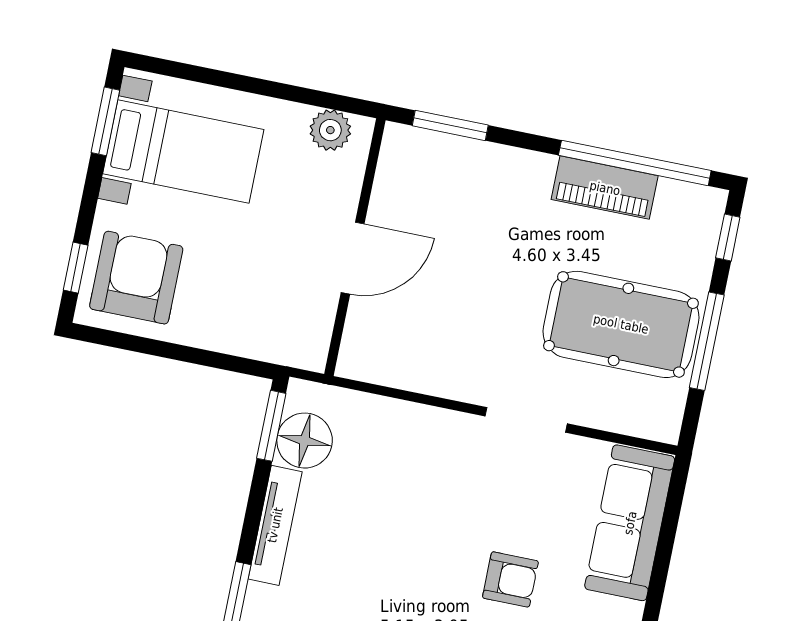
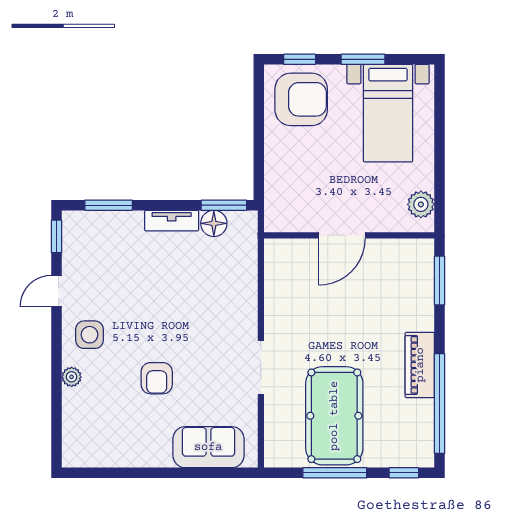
window: (105, 121) -> (363, 59), moved
piano: (605, 188) -> (420, 365), moved
door: (353, 258) -> (342, 235), hinge flipped
floor lamp: (305, 441) -> (214, 223), width x0.73, depth x0.73
sofa: (630, 523) -> (208, 447), width x0.73
tv unit: (275, 525) -> (172, 221), width x0.71

